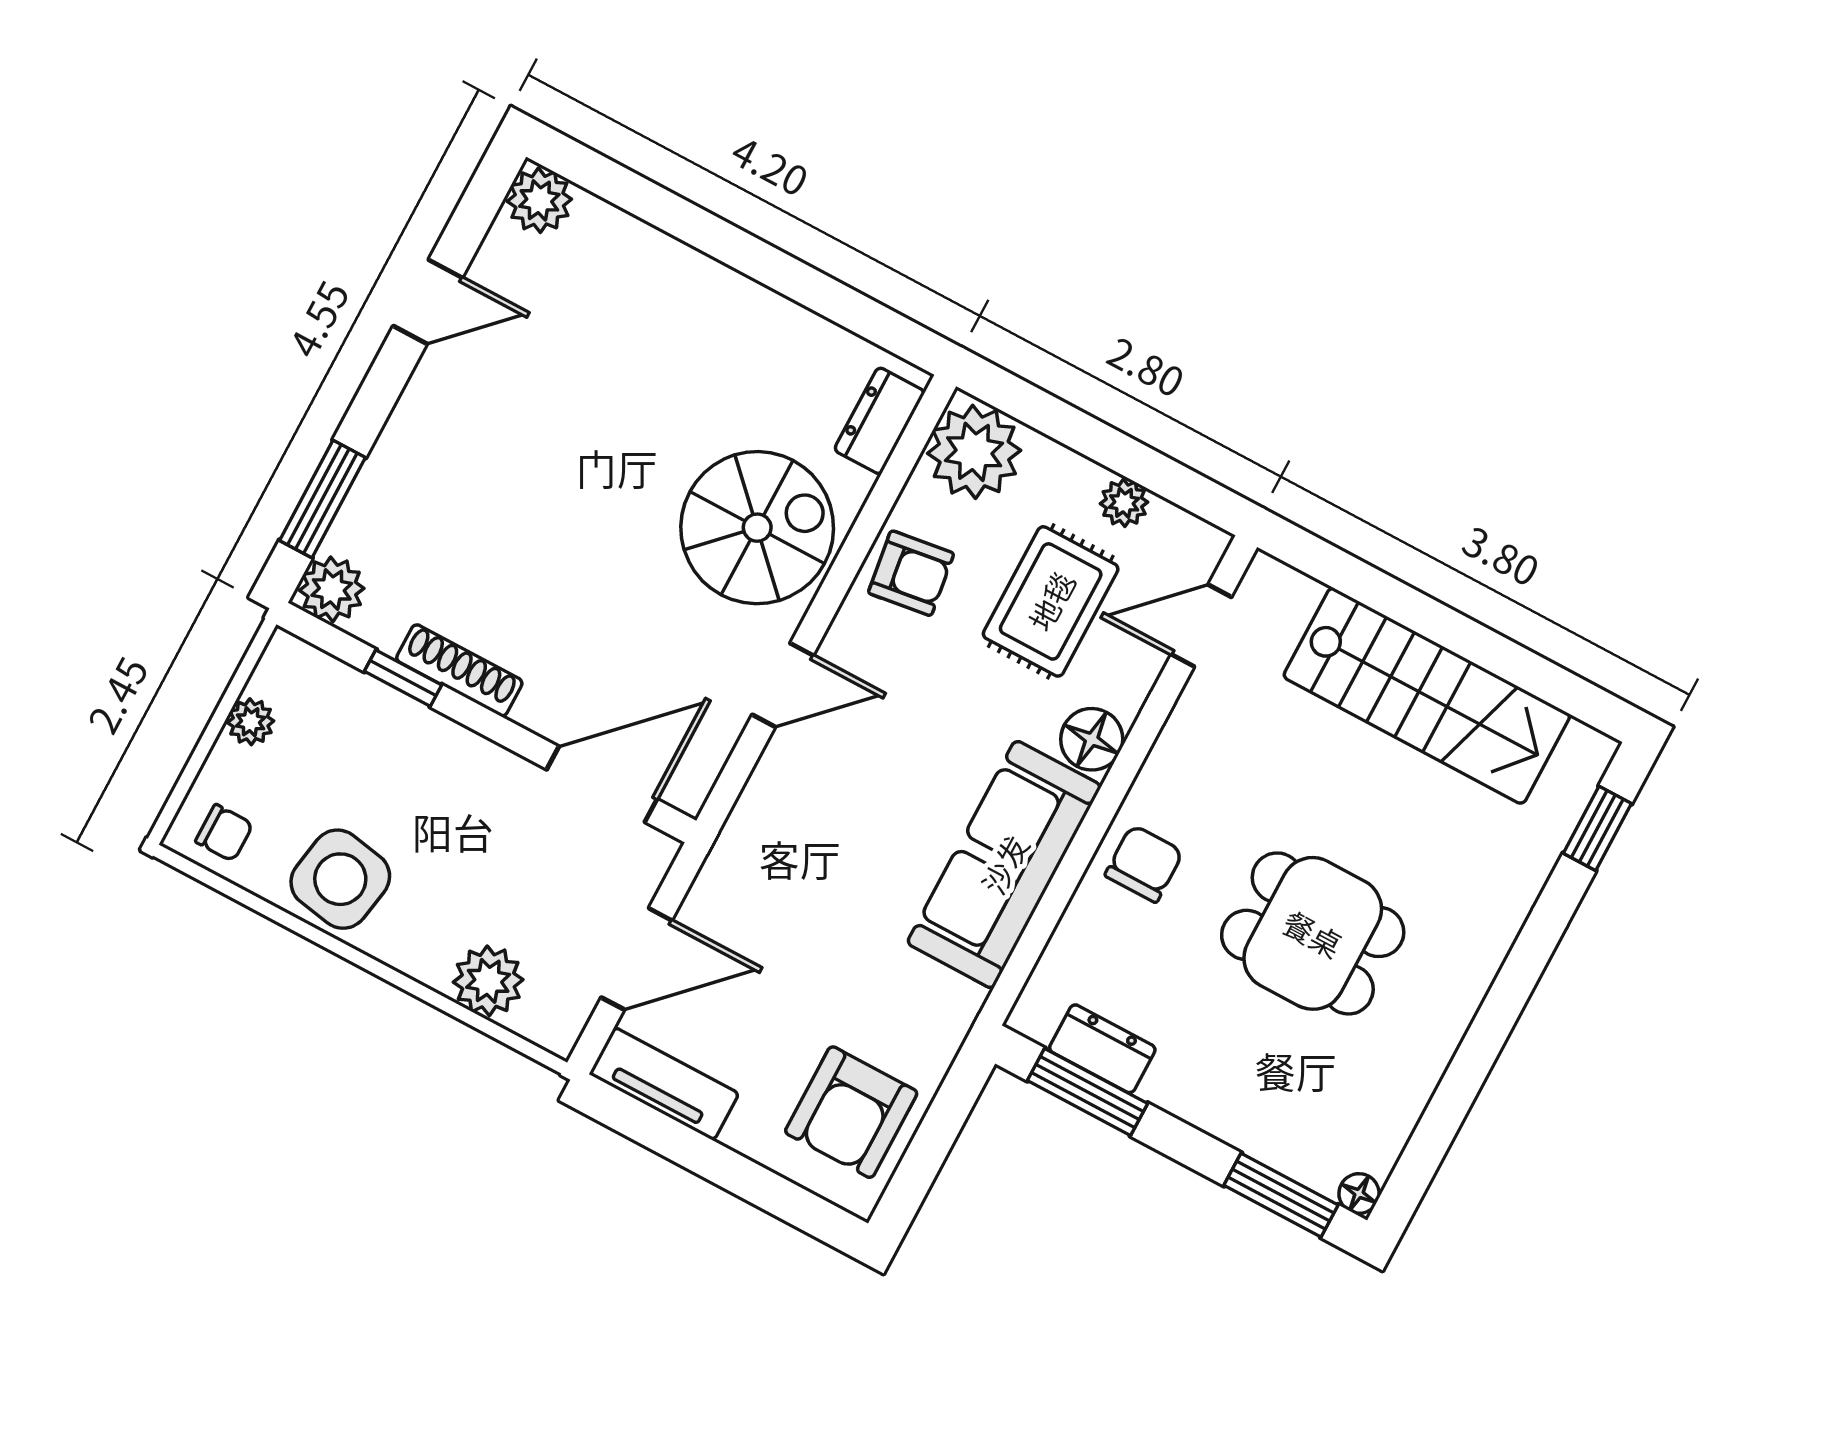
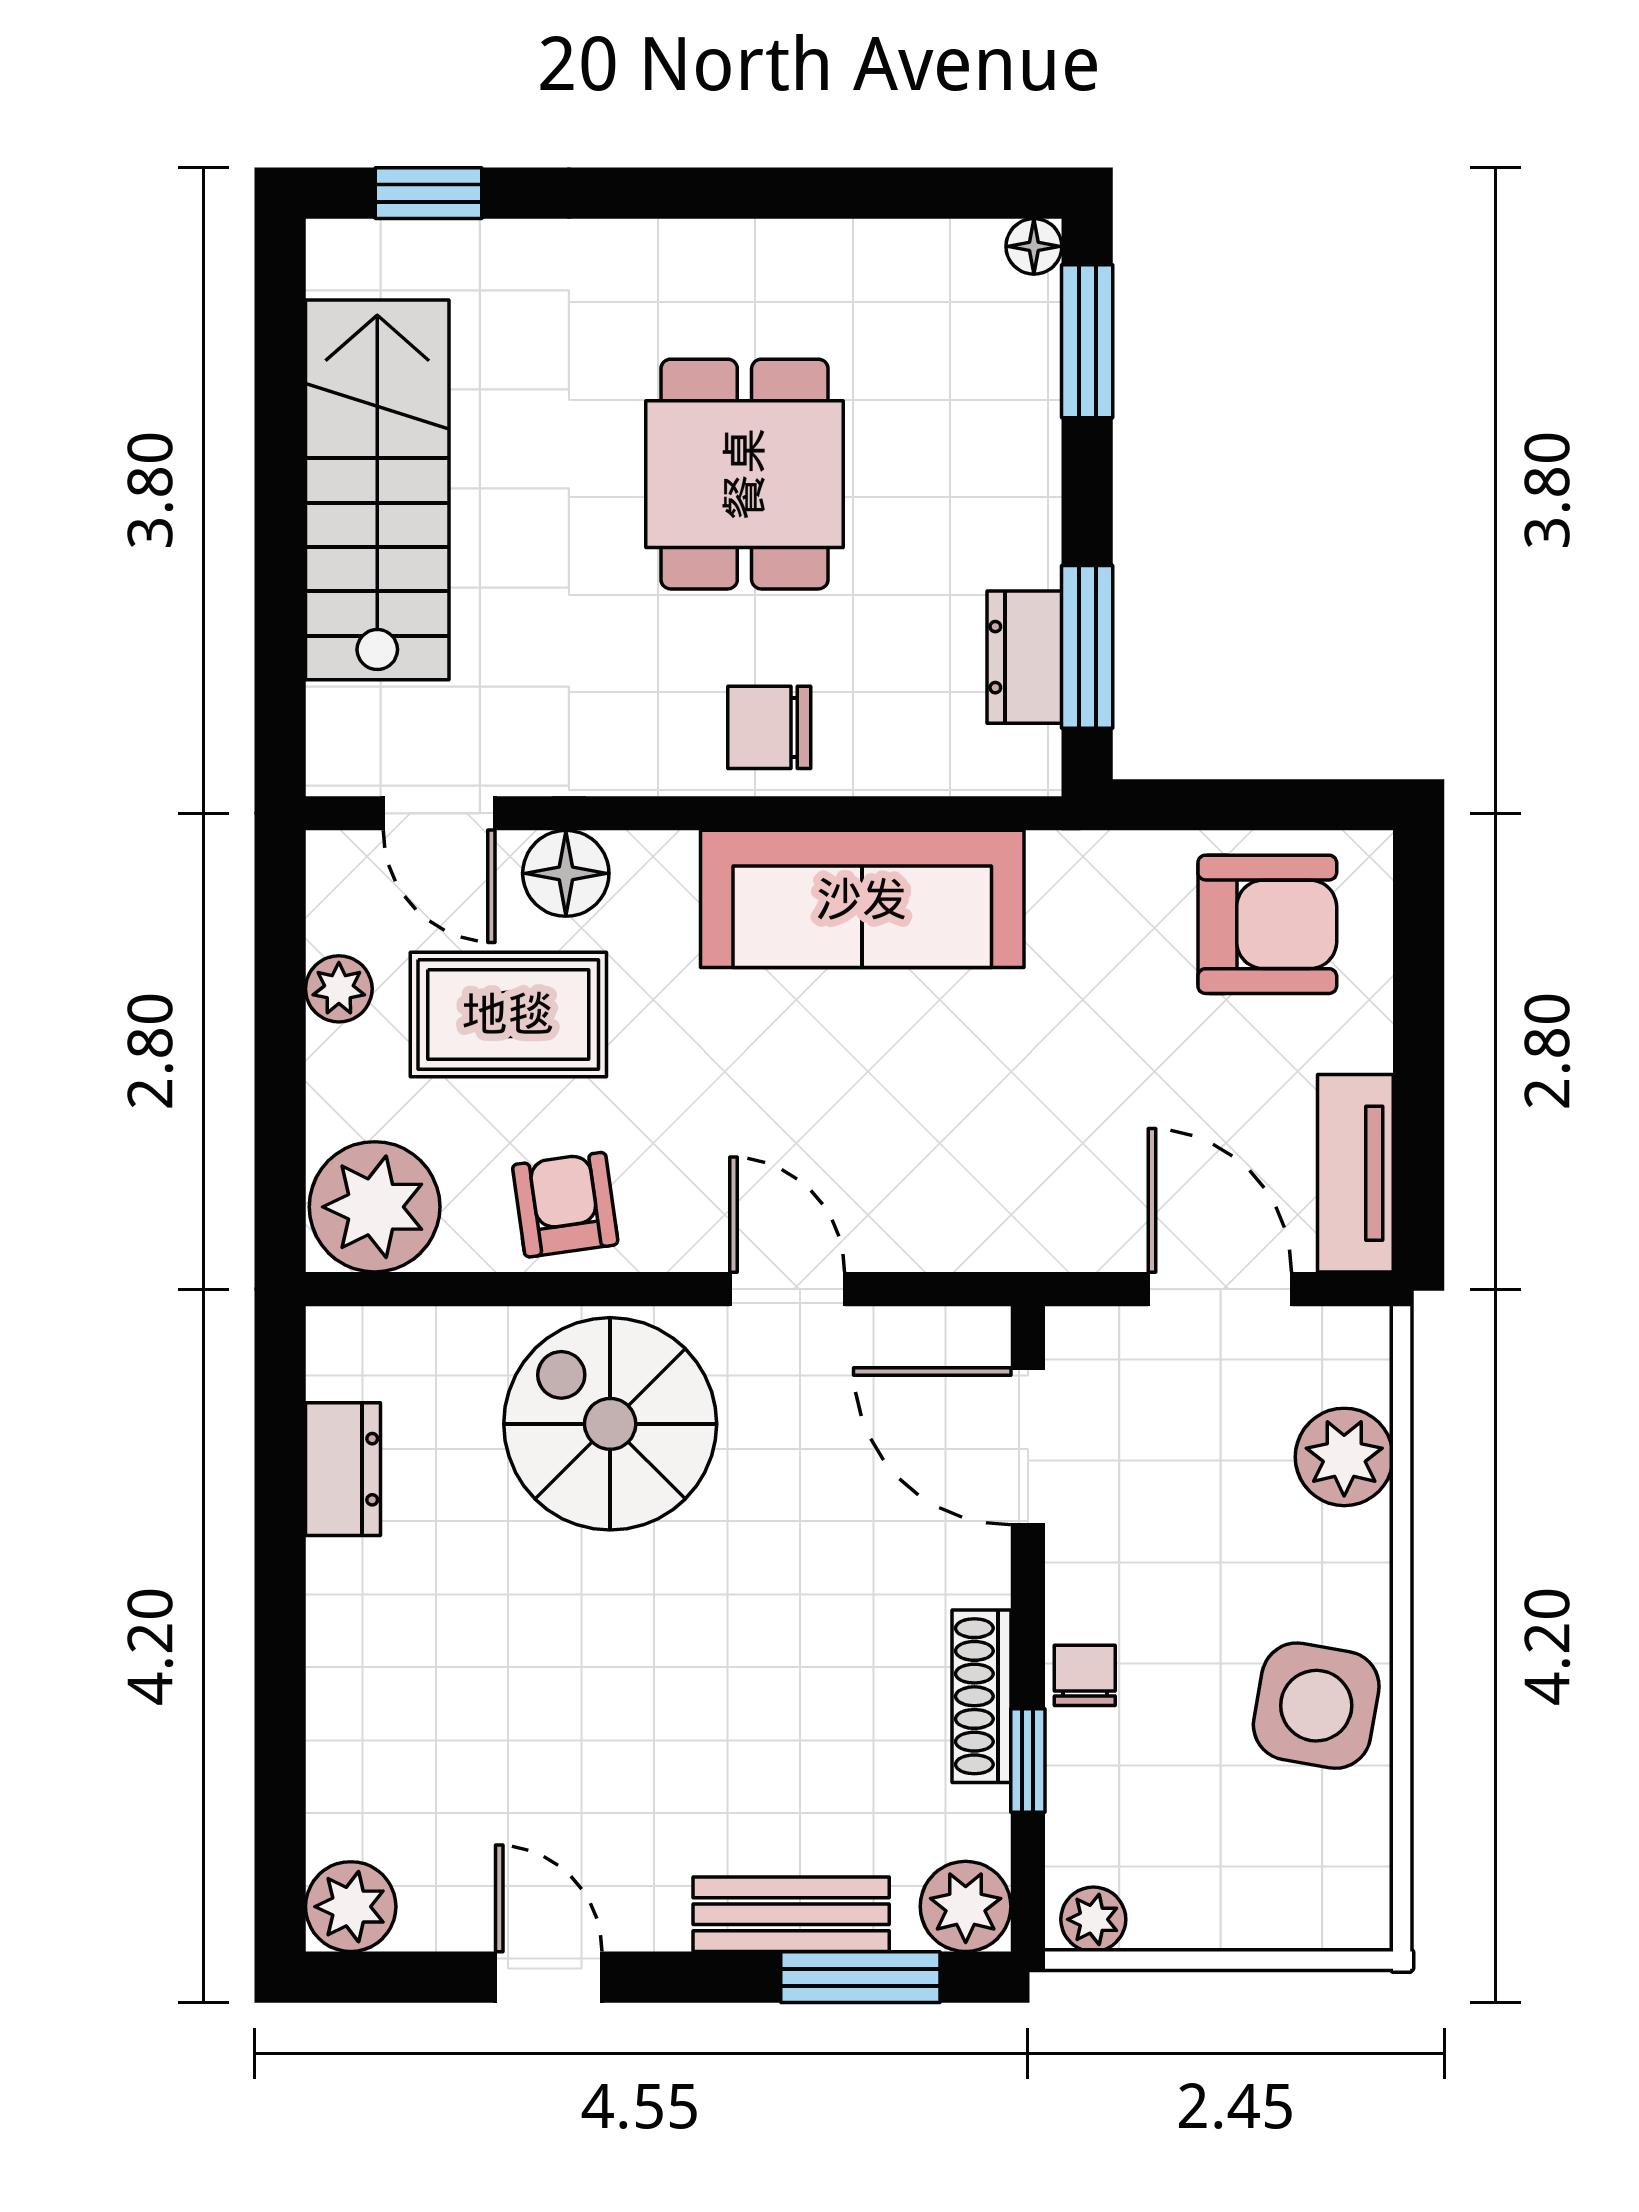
dresser: (880, 421) -> (343, 1469), moved, turned -90
bench: (386, 476) -> (791, 1914), added
plant: (251, 722) -> (1093, 1919), moved
floor lamp: (1092, 739) -> (566, 873), moved
chair: (224, 833) -> (1085, 1675), moved

